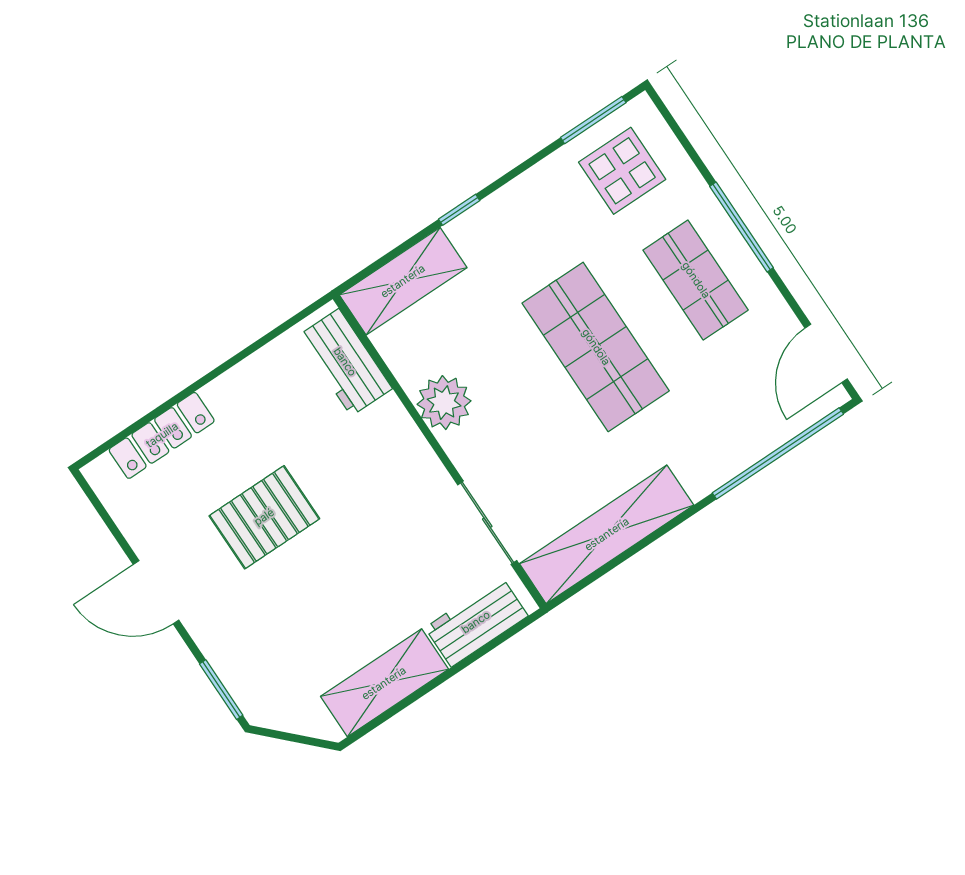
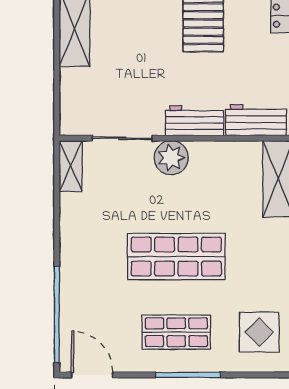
plant: (444, 403) -> (171, 158), moved
shelving: (607, 534) -> (71, 166), width x0.45, depth x0.75
workbench: (476, 622) -> (194, 121), moved, turned -90

